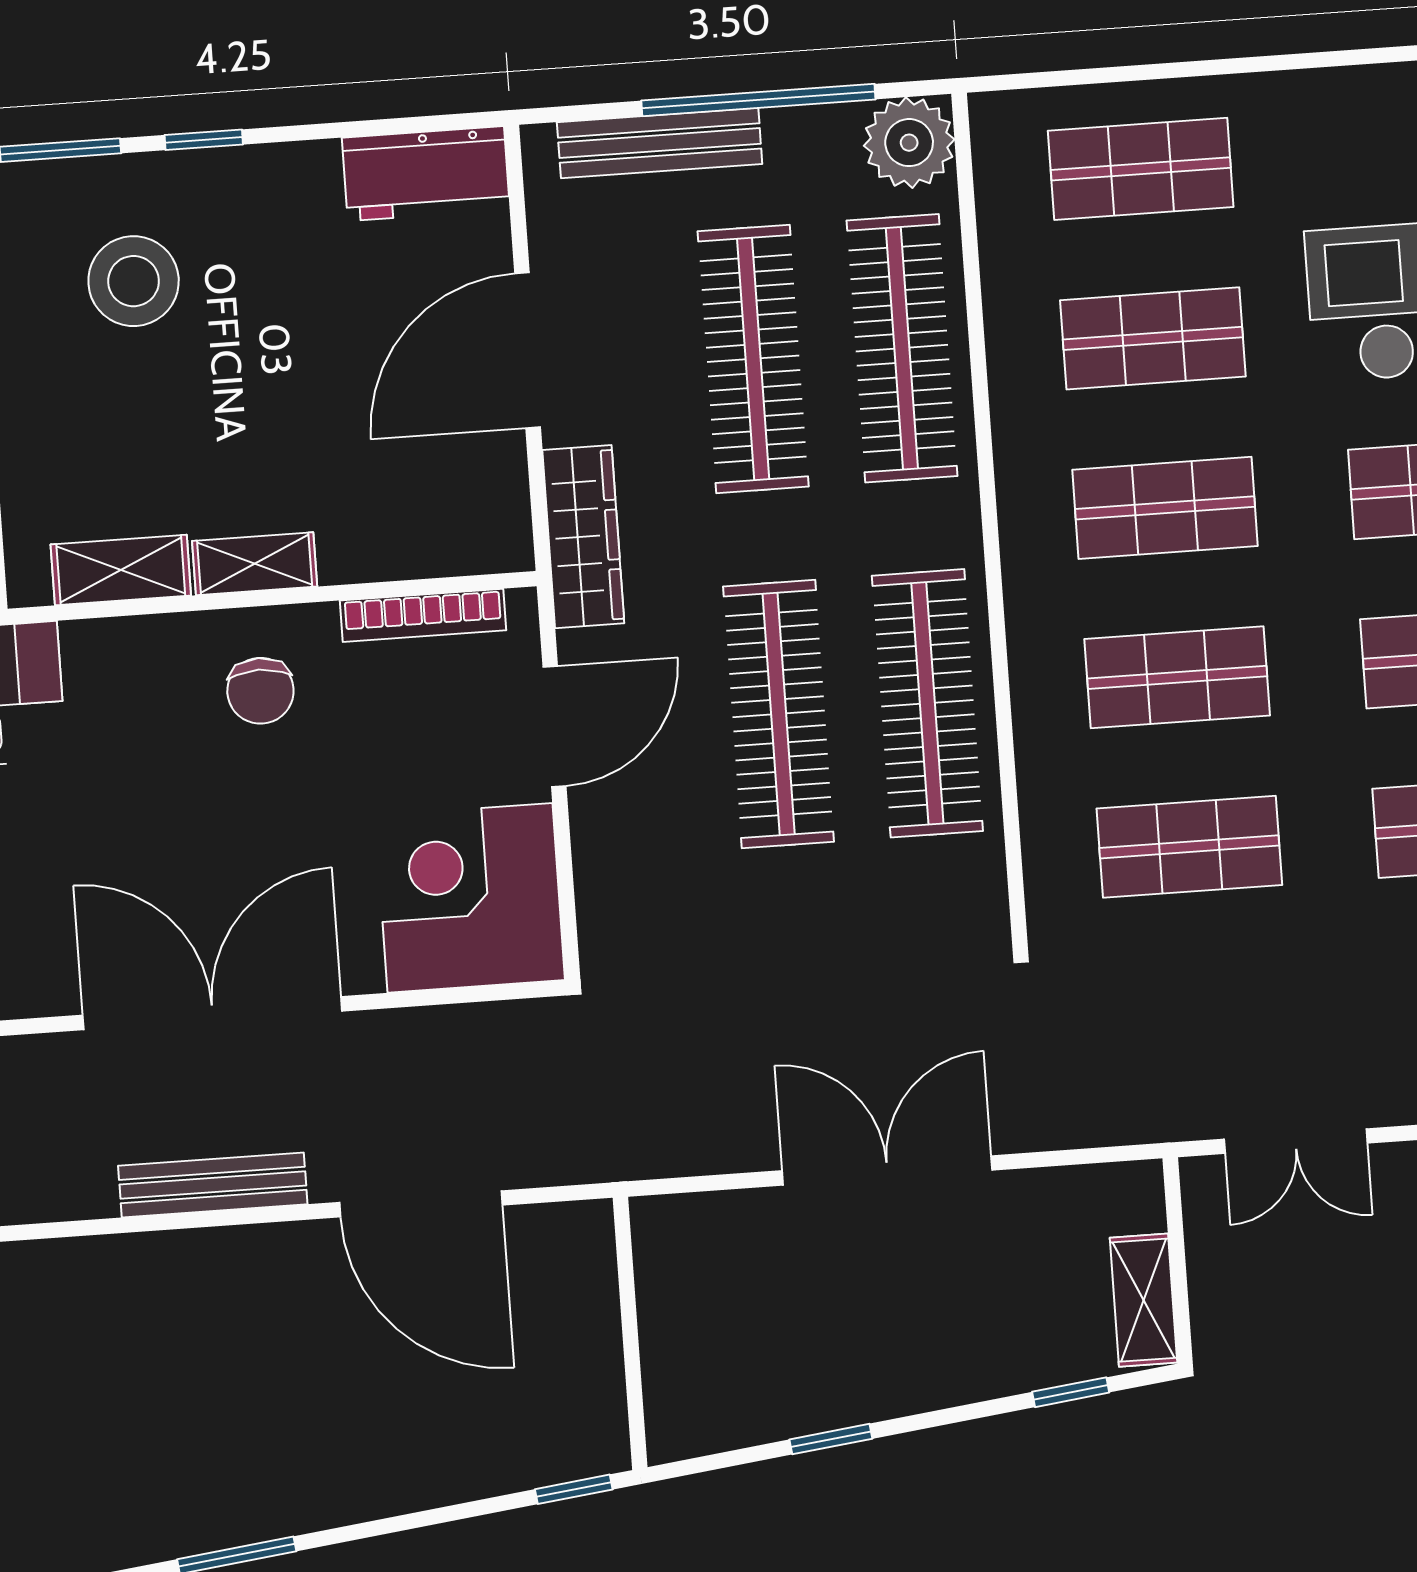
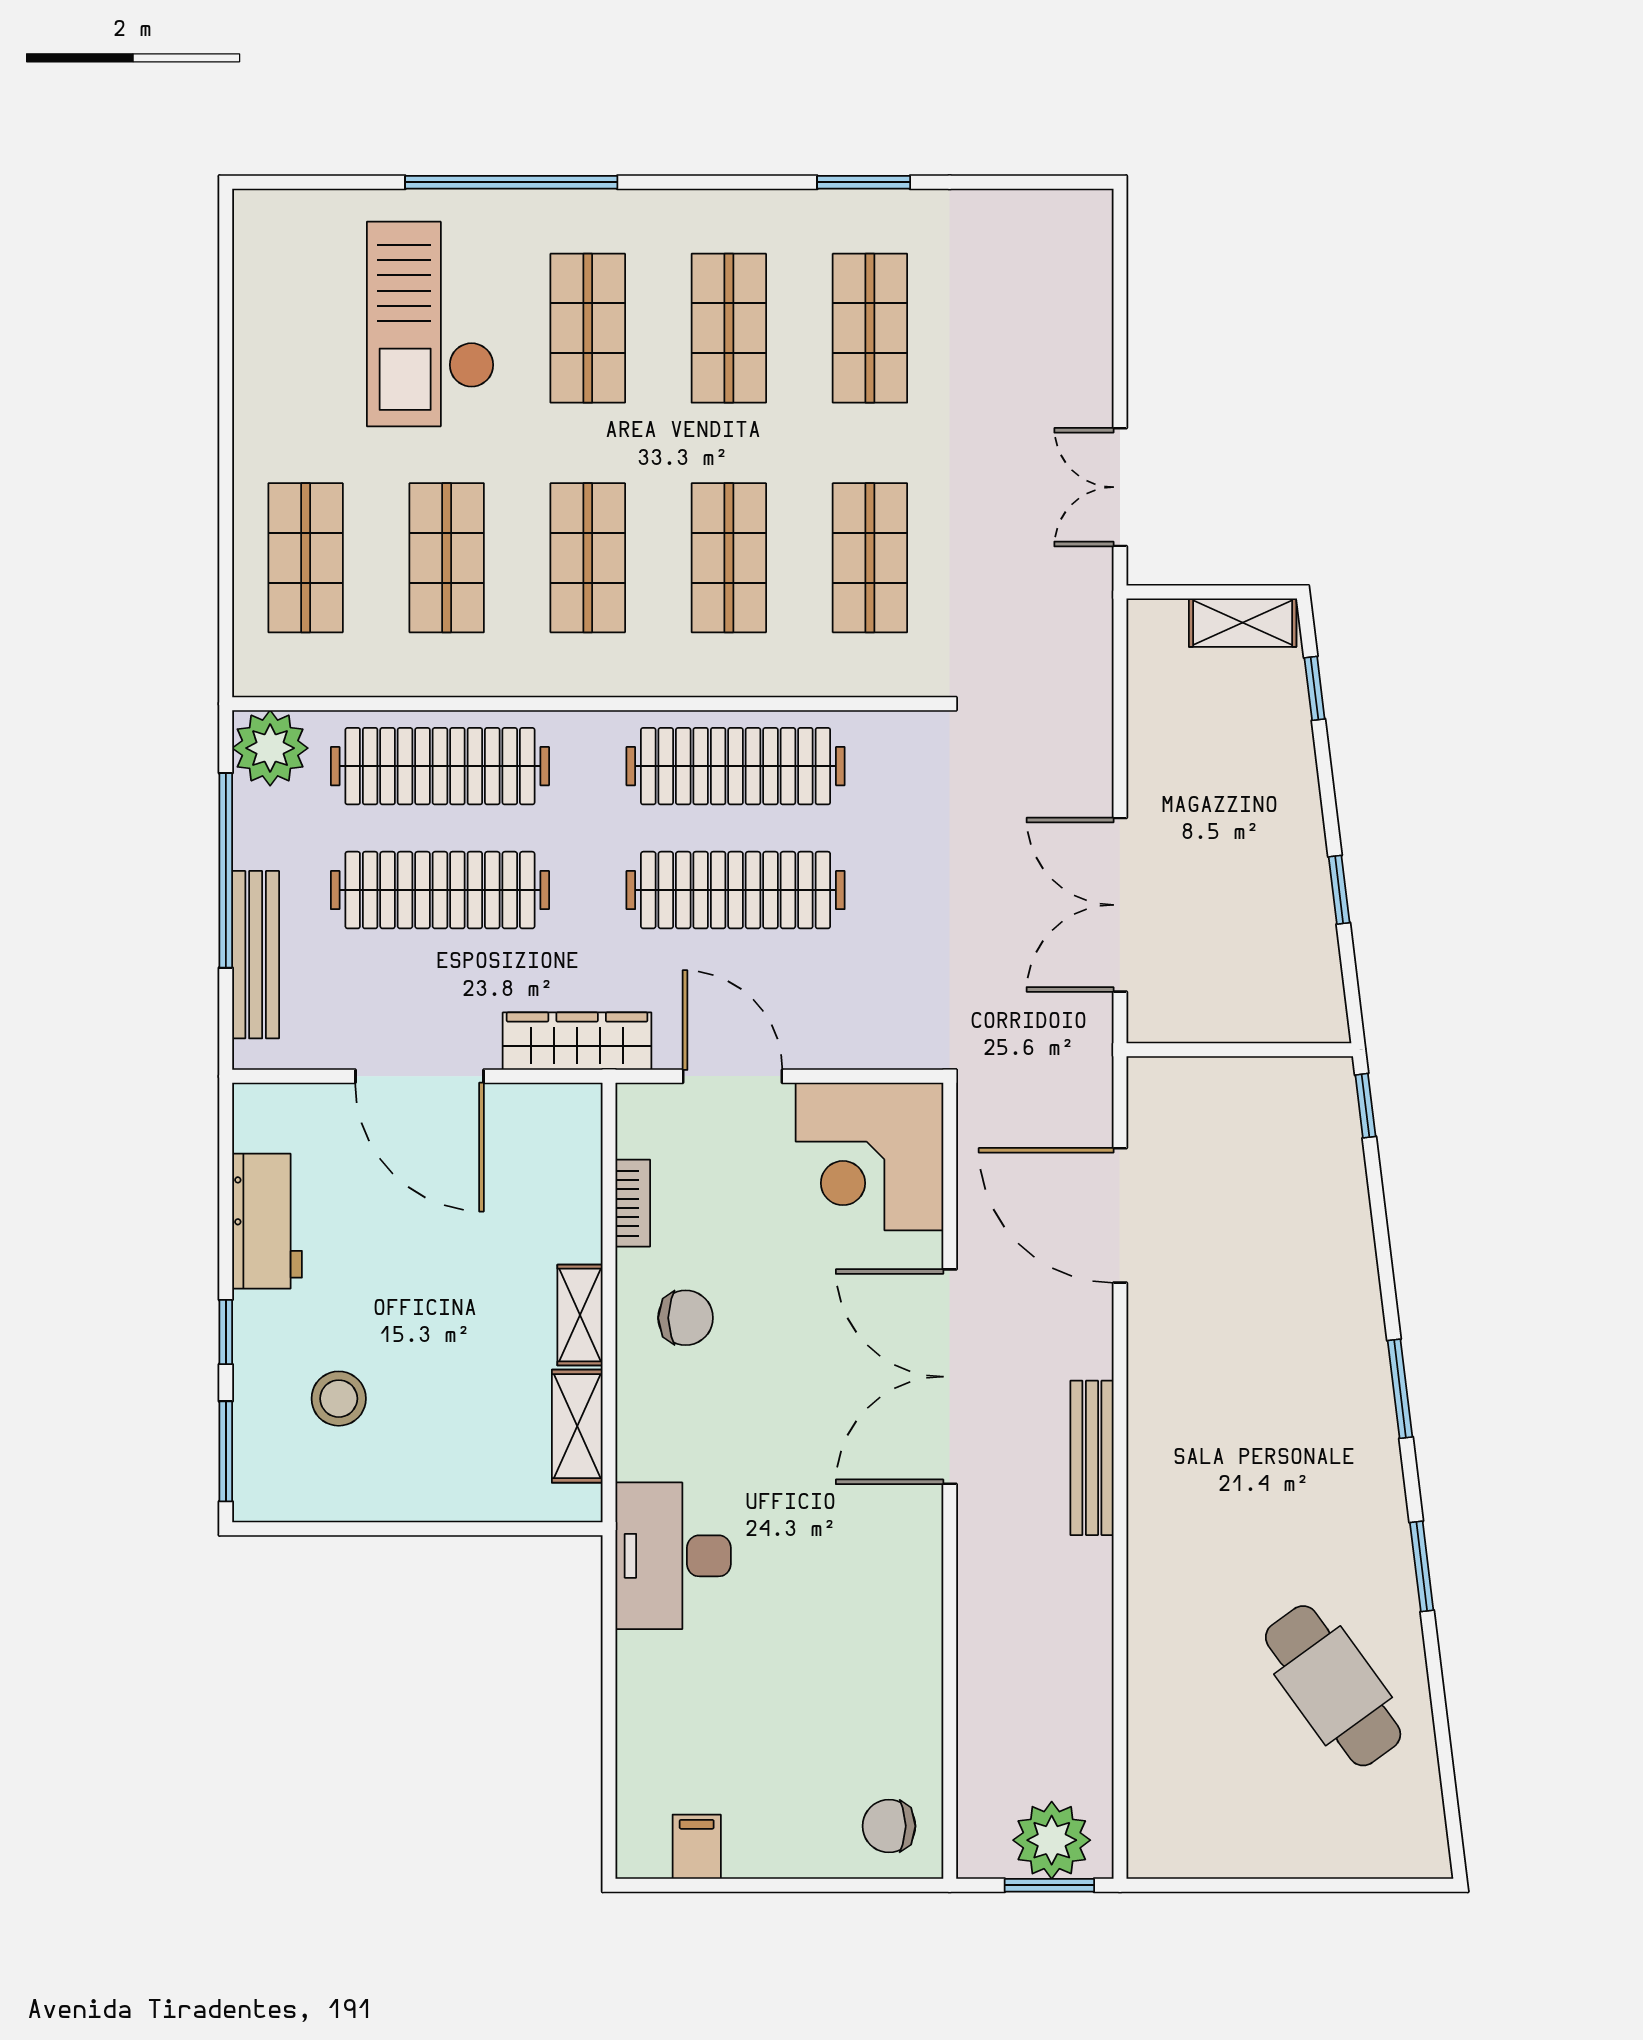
workbench: (426, 174) -> (267, 1221), moved
stool: (134, 281) -> (339, 1399), width x0.73, depth x0.73
bookcase: (423, 615) -> (633, 1203), width x0.64
double door: (1296, 1141) -> (1120, 487), swing flipped
double door: (887, 1170) -> (1120, 905), moved
bench: (213, 1185) -> (1092, 1458), moved
door: (421, 1204) -> (1120, 1215), swing flipped

